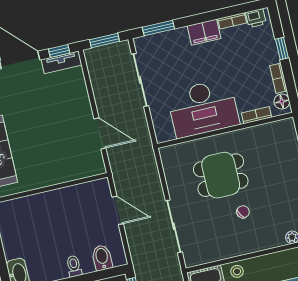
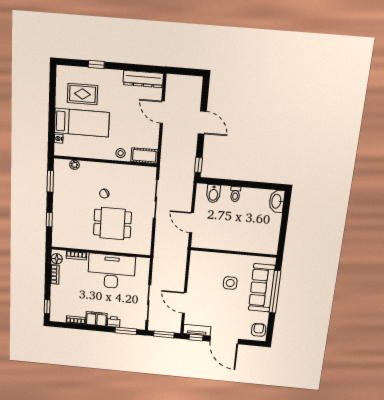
printer: (256, 18) -> (114, 322), moved
window: (282, 48) -> (47, 307), moved
door: (100, 133) -> (184, 303), moved
side table: (39, 145) -> (230, 283), added

